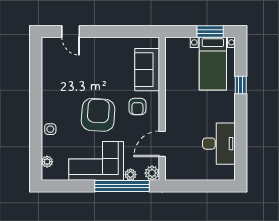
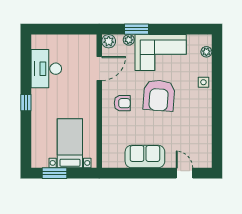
bed with nightstands: (213, 64) -> (70, 143), moved
sofa: (147, 70) -> (145, 156), moved, turned -90
window: (241, 85) -> (26, 103), moved
armchair: (137, 107) -> (122, 103), turned 90
window: (122, 186) -> (137, 29), width x0.47

